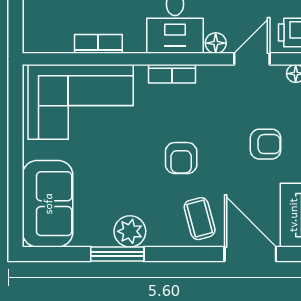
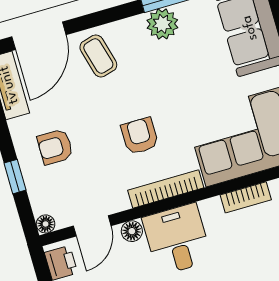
bookcase: (172, 74) -> (166, 189), width x1.56
armchair: (181, 158) -> (140, 136), moved
door: (250, 254) -> (39, 36), hinge flipped

